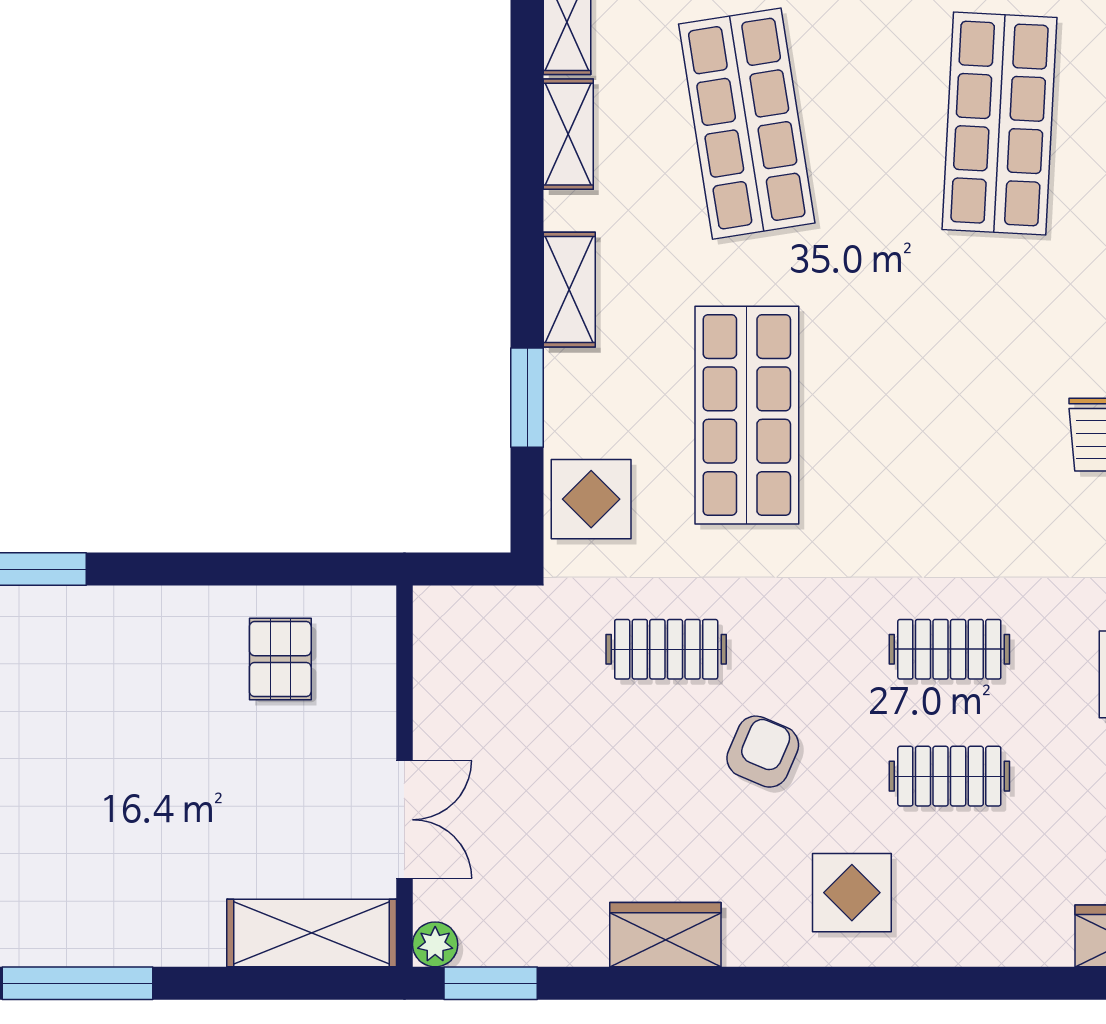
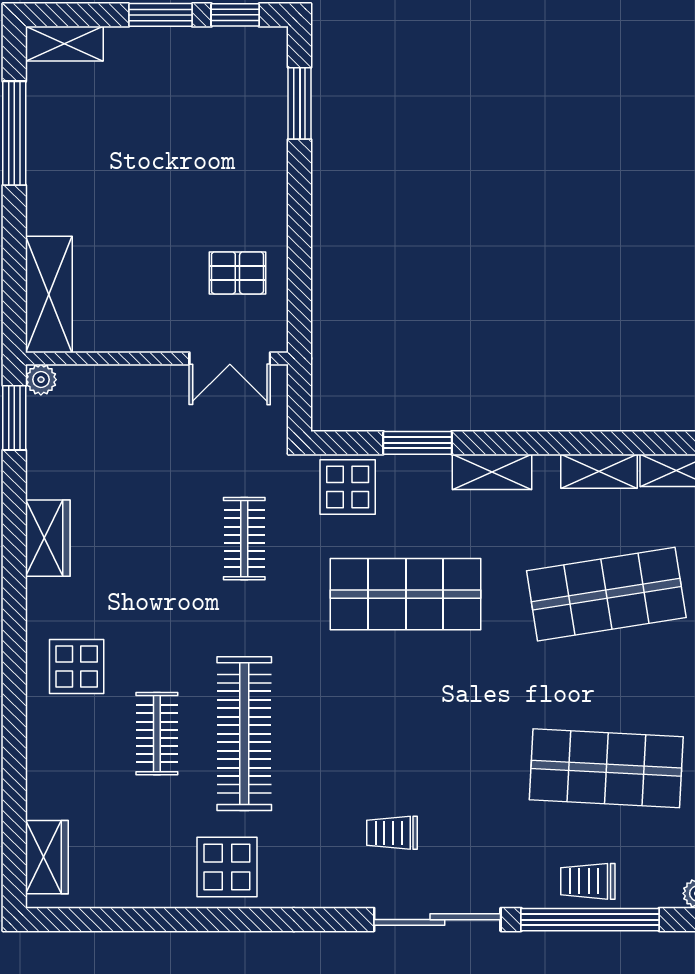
clothes rail: (949, 649) -> (244, 734), width x1.86, depth x1.31
armchair: (763, 752) -> (174, 605), removed
double door: (404, 820) -> (230, 358), moved

